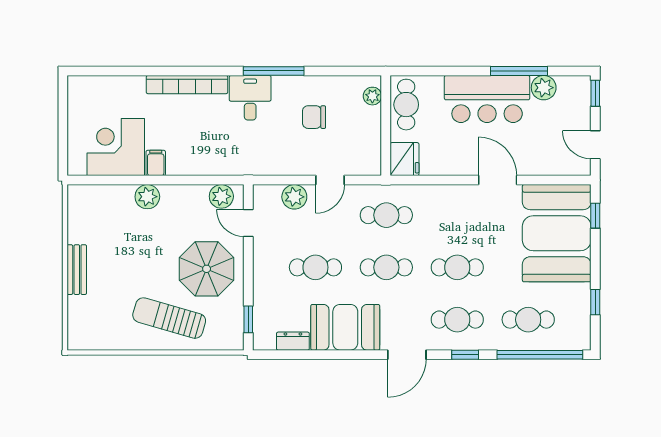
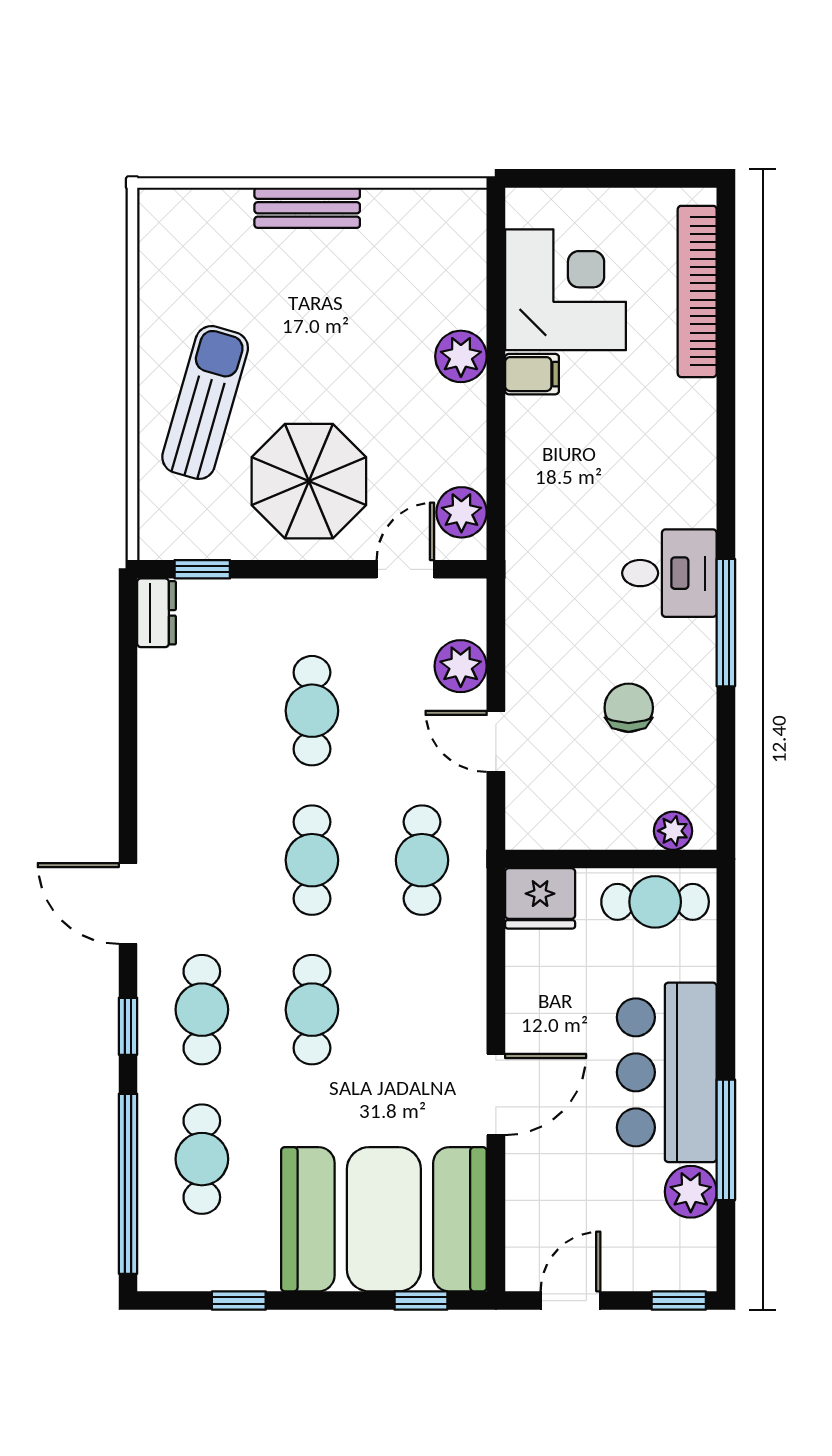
bookcase: (187, 85) -> (697, 291), moved
booth: (345, 327) -> (186, 774), removed
dresser: (293, 341) -> (156, 613), moved

